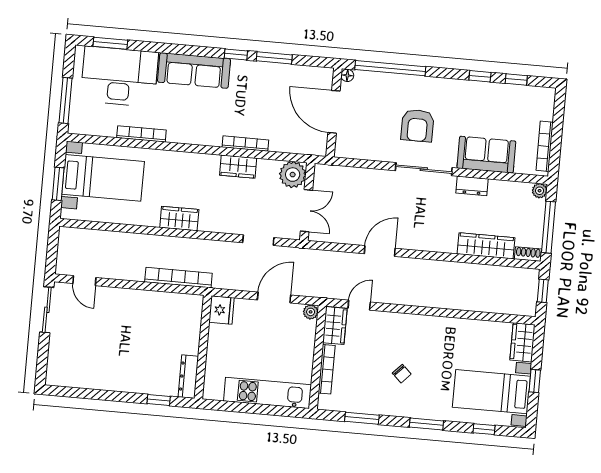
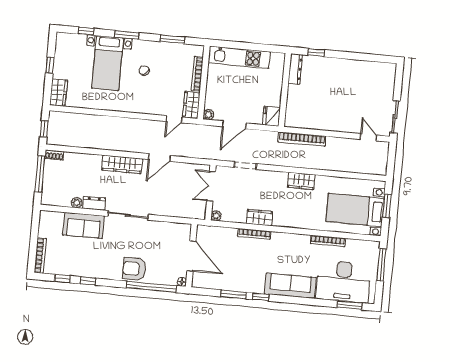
armchair: (417, 126) -> (134, 269), moved, turned -90
bookcase: (545, 146) -> (40, 256), moved
plant: (293, 175) -> (216, 216), width x0.53, depth x0.53
plant: (540, 191) -> (77, 203), moved
wardrobe: (486, 246) -> (122, 164), moved
bed with nightstands: (491, 392) -> (107, 63), moved, turned 90

